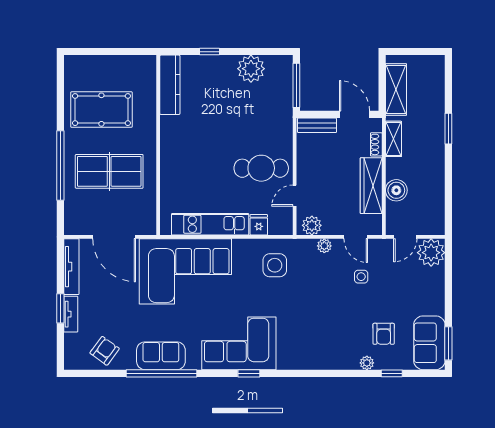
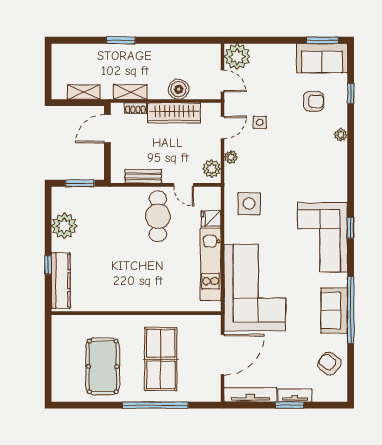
kitchen counter: (170, 85) -> (61, 281), moved, turned 90
window: (296, 85) -> (80, 183), width x0.69
shelving: (396, 90) -> (84, 92), width x0.67, depth x0.75
bench: (317, 125) -> (143, 176), moved, turned 90
plant: (367, 363) -> (341, 135), moved

